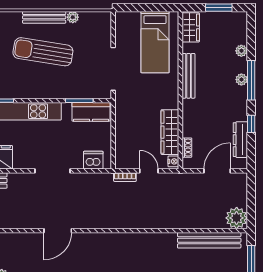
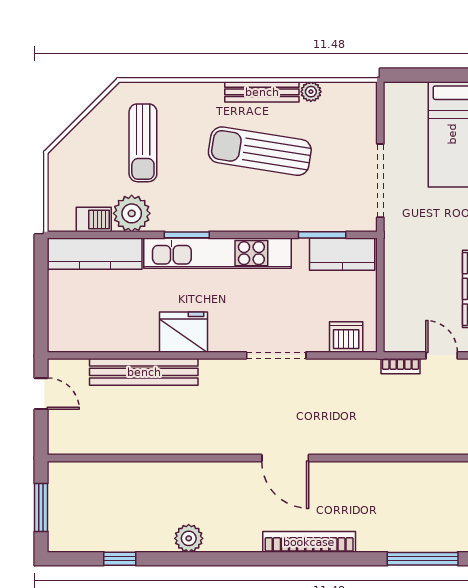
door: (58, 231) -> (285, 458), hinge flipped

